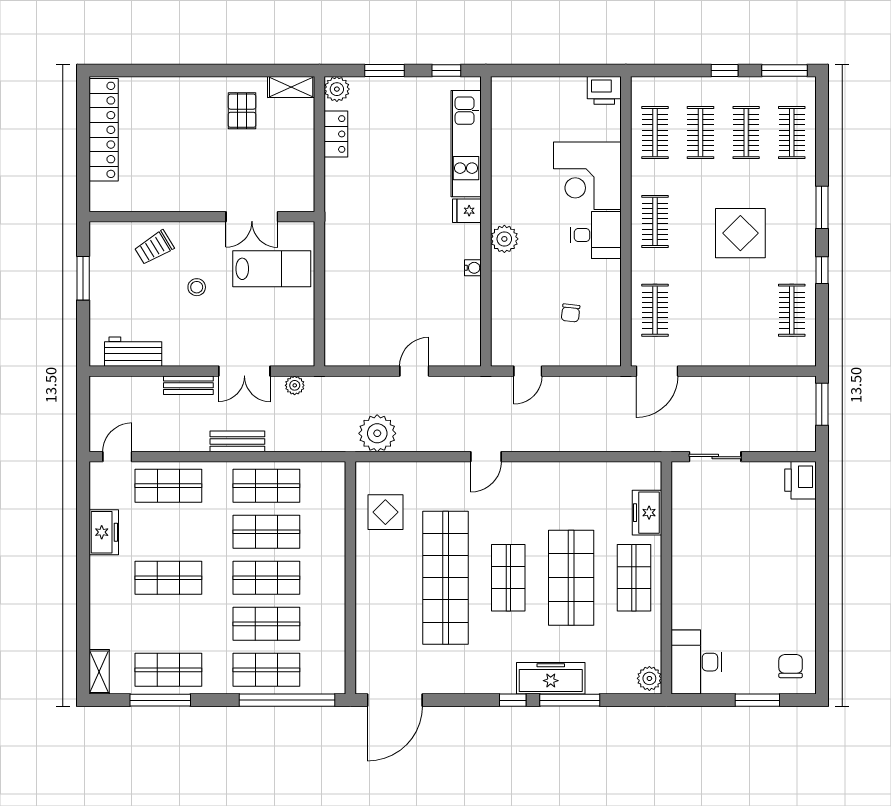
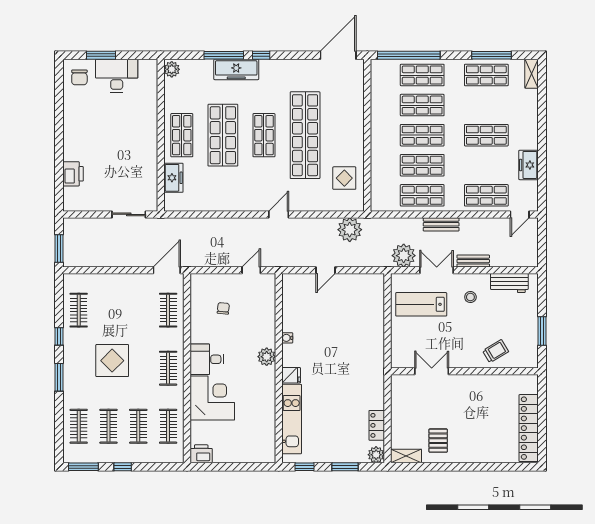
lab bench: (272, 269) -> (421, 304), moved
stool: (197, 287) -> (470, 297), moved
plant: (295, 385) -> (404, 256), width x1.87, depth x1.87
printer: (800, 480) -> (73, 174), moved
desk: (696, 662) -> (117, 76), moved, turned -90

